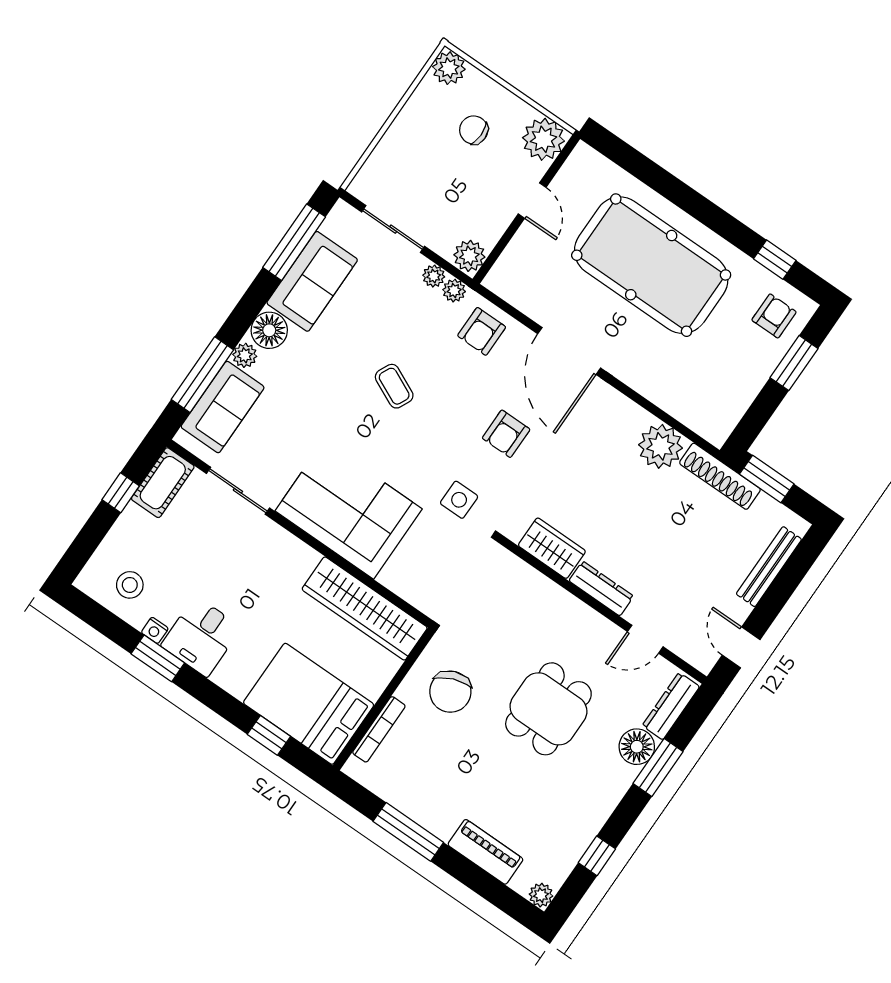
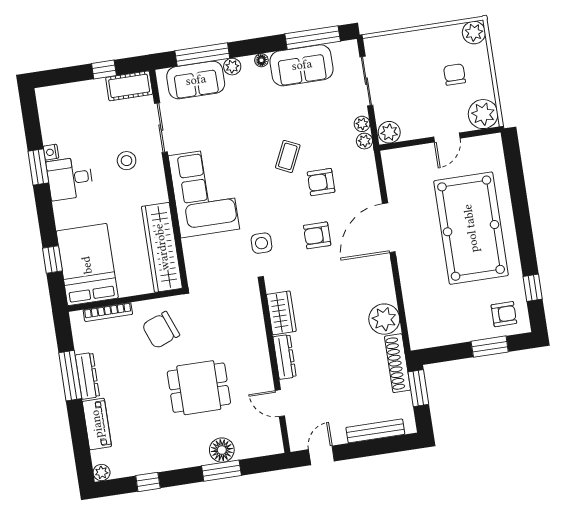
floor lamp: (269, 330) -> (261, 60), width x0.53, depth x0.53
armchair: (482, 331) -> (321, 182), moved
stool: (130, 585) -> (127, 161), moved
dresser: (671, 706) -> (87, 376), moved, turned 90

